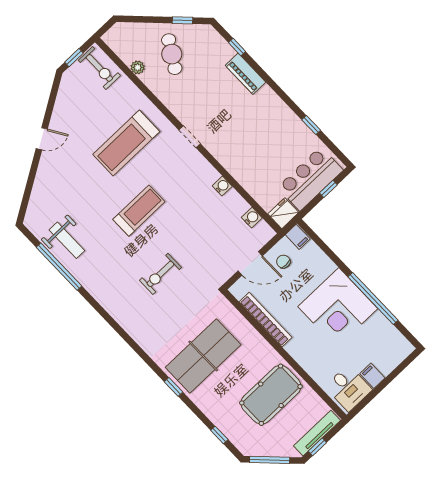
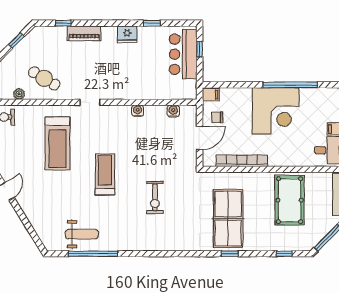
cafe table: (172, 54) -> (44, 78), moved
fridge: (283, 213) -> (127, 34), moved, turned -90

